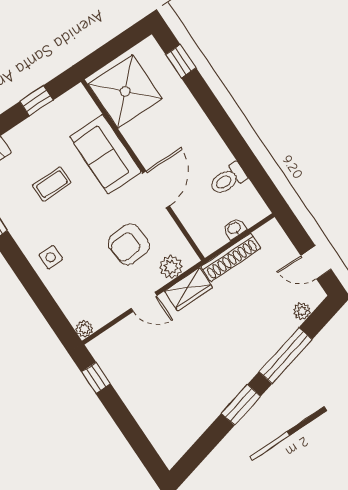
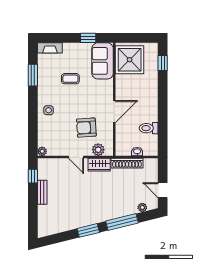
sofa: (105, 154) -> (103, 61), moved
bench: (128, 393) -> (42, 192), added

